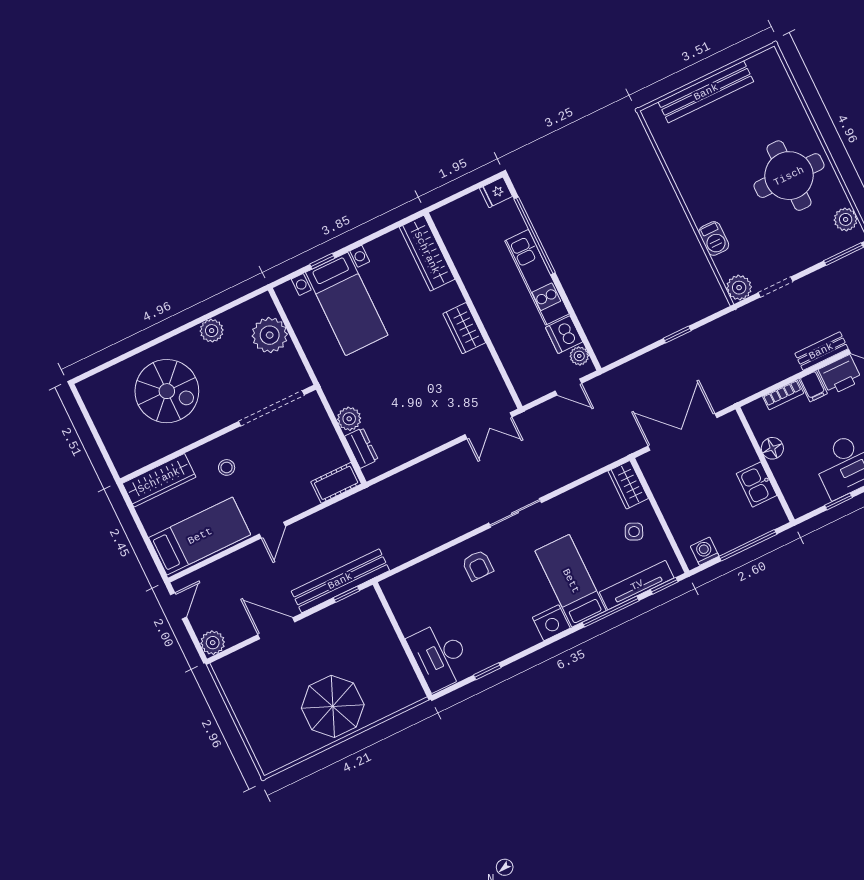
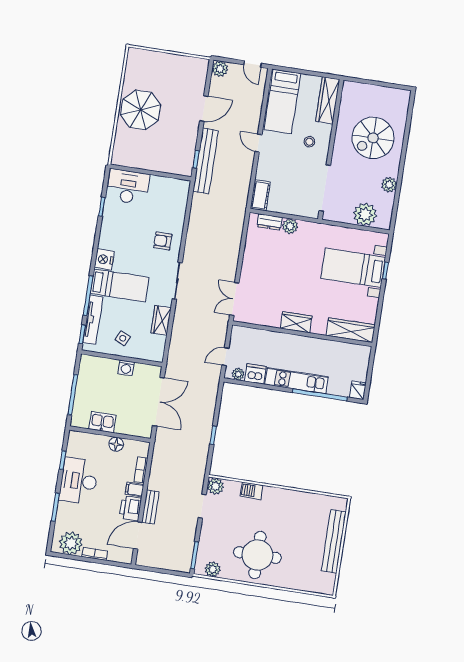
wardrobe: (628, 485) -> (161, 320), moved, turned -90
washing machine: (705, 551) -> (126, 368), moved, turned 90

